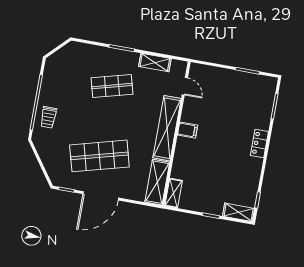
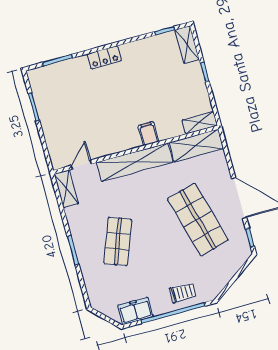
shelving: (155, 63) -> (66, 189), moved
freezer: (52, 74) -> (135, 311), added
shop shelf: (112, 86) -> (118, 241), turned 36
filing cabinet: (188, 130) -> (148, 134), moved

